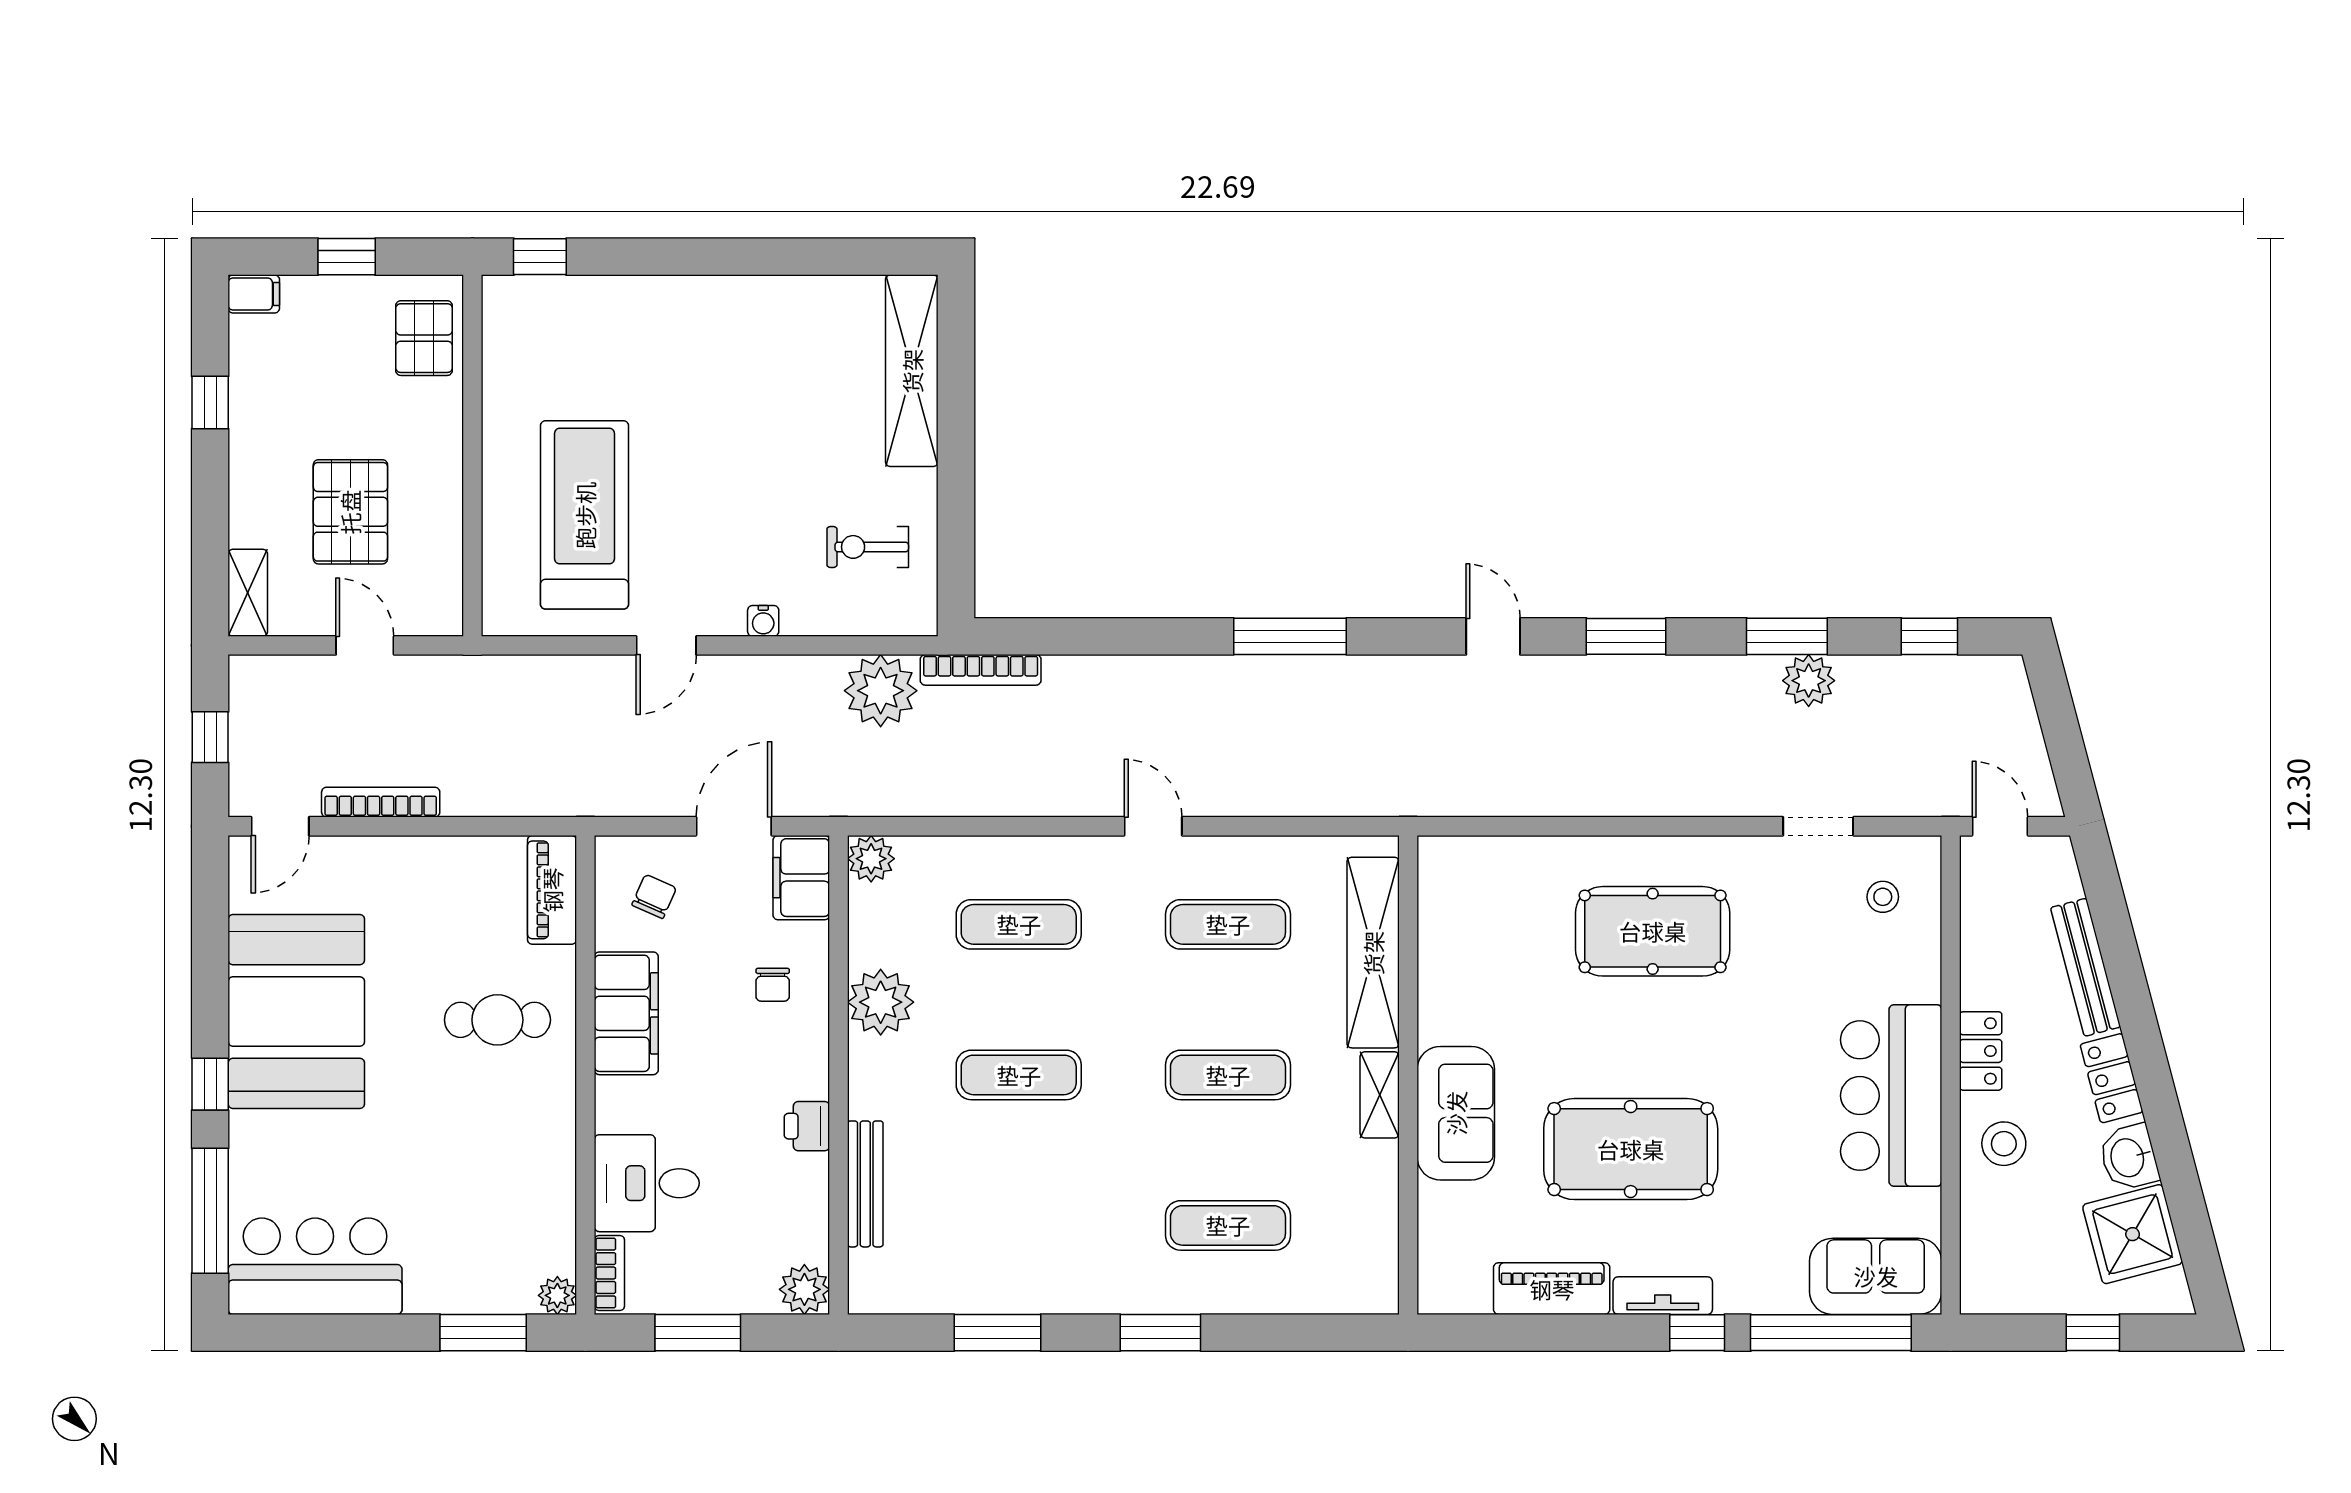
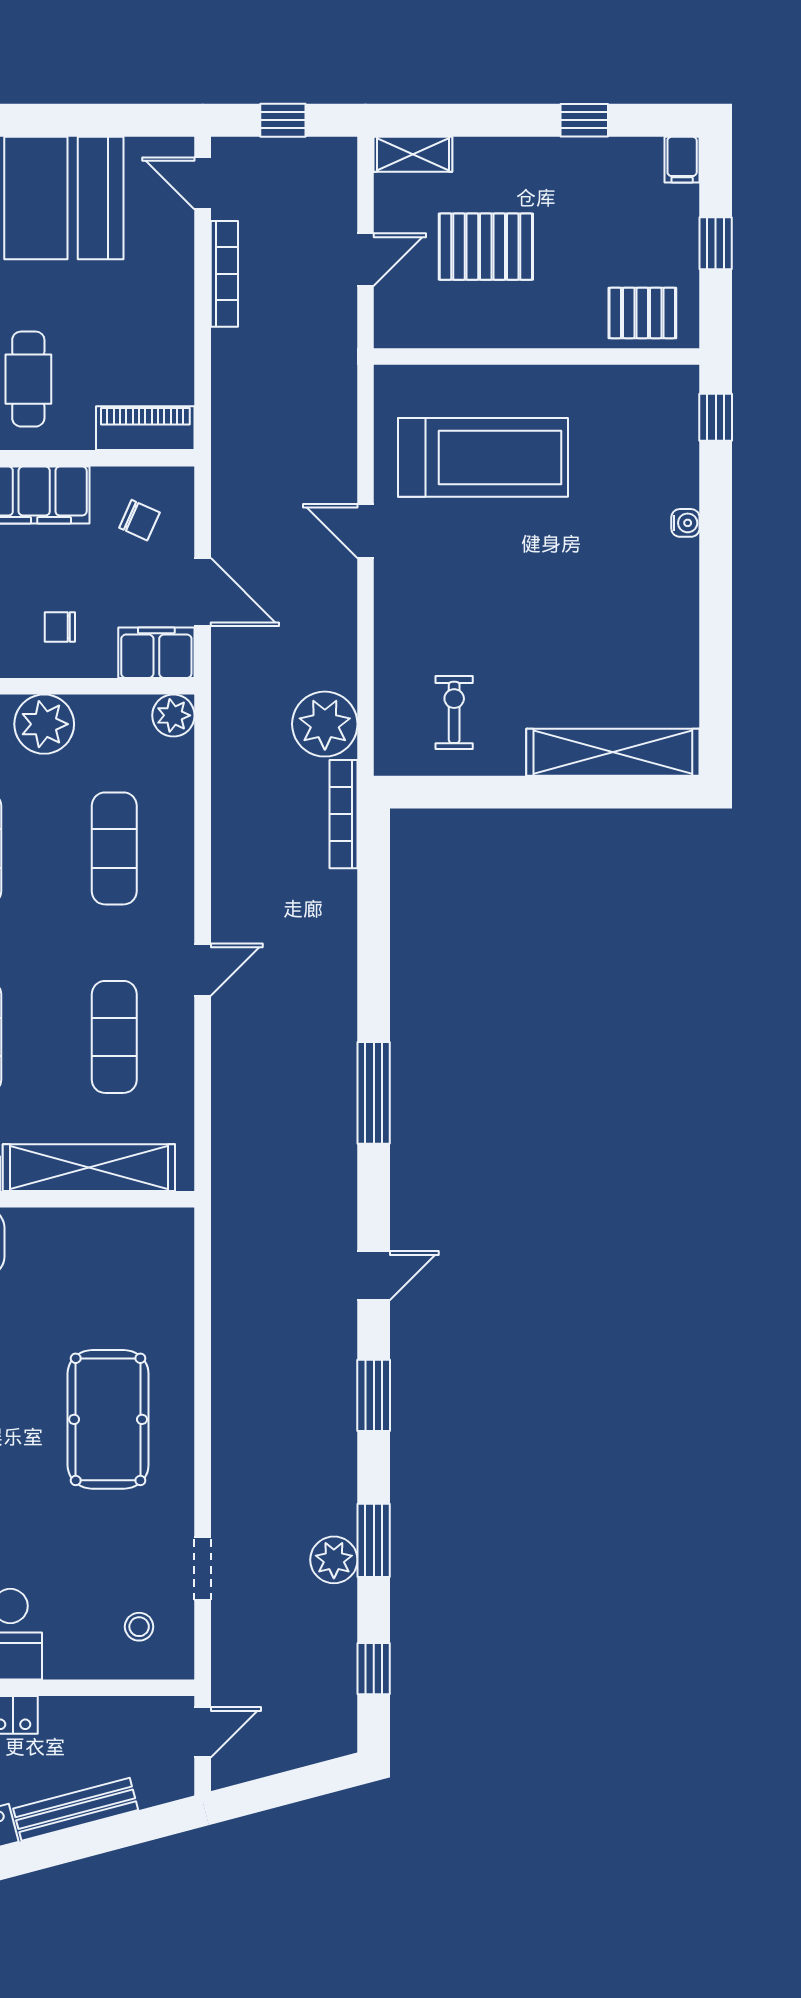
water cooler: (763, 621) -> (685, 523), moved, turned 180

